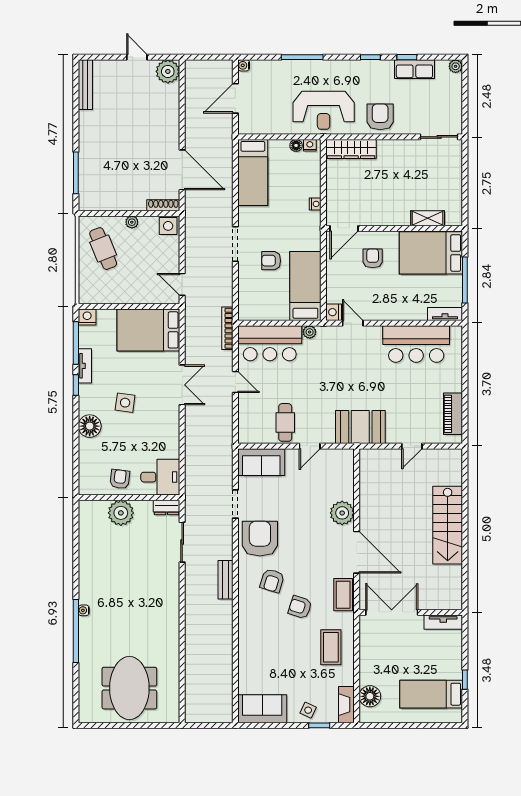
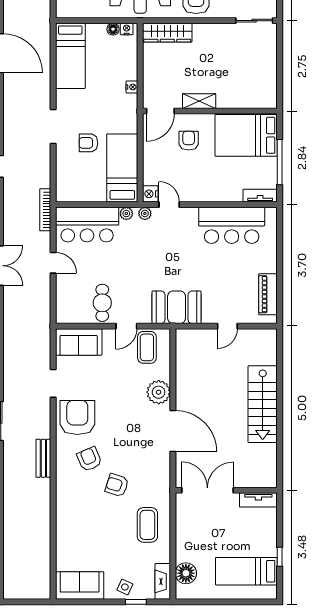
shelving: (428, 218) -> (199, 101), moved
plant: (328, 332) -> (145, 213), added
armchair: (272, 581) -> (89, 459), turned 140
coffee table: (343, 595) -> (147, 347), moved

